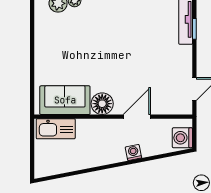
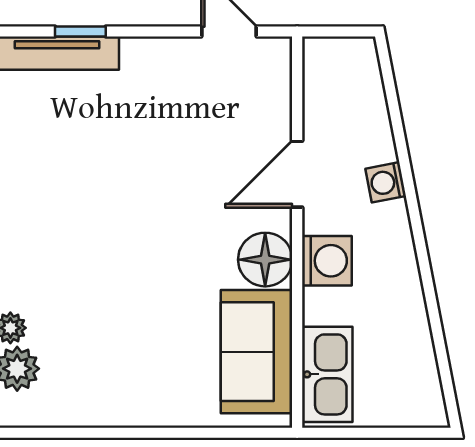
door: (137, 117) -> (297, 174), hinge flipped
washing machine: (182, 138) -> (327, 261), moved, turned -90

